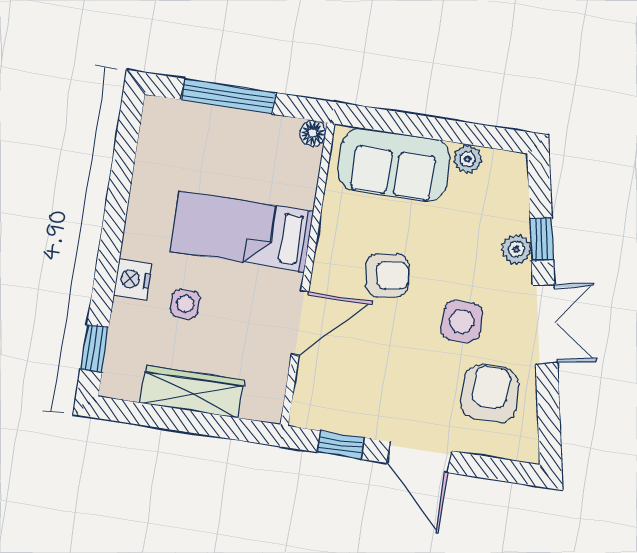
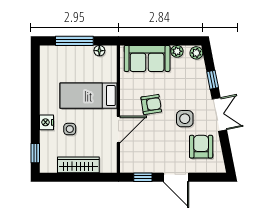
floor lamp: (313, 133) -> (99, 51), moved
plant: (516, 249) -> (196, 53), moved

